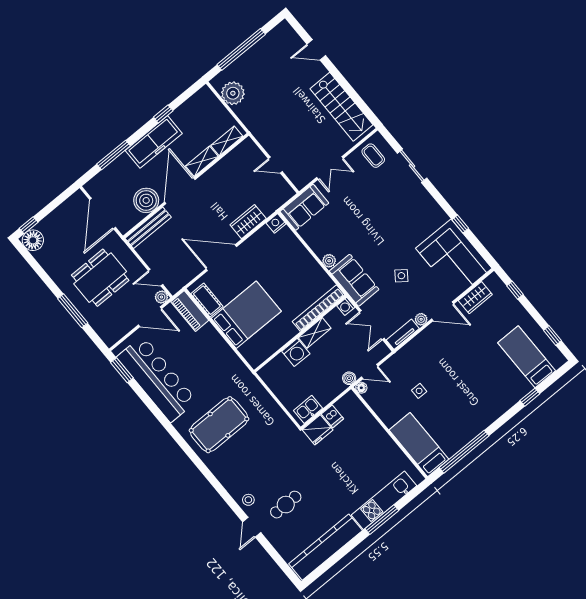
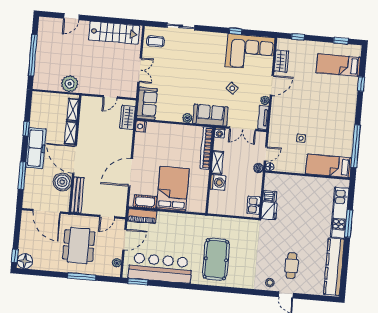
plant: (233, 93) -> (70, 84), moved
wardrobe: (248, 222) -> (128, 117), moved
plant: (161, 297) -> (117, 263), moved

